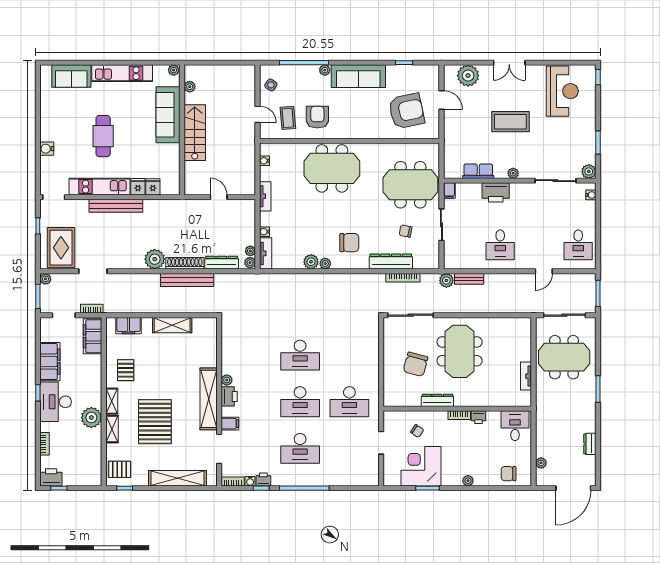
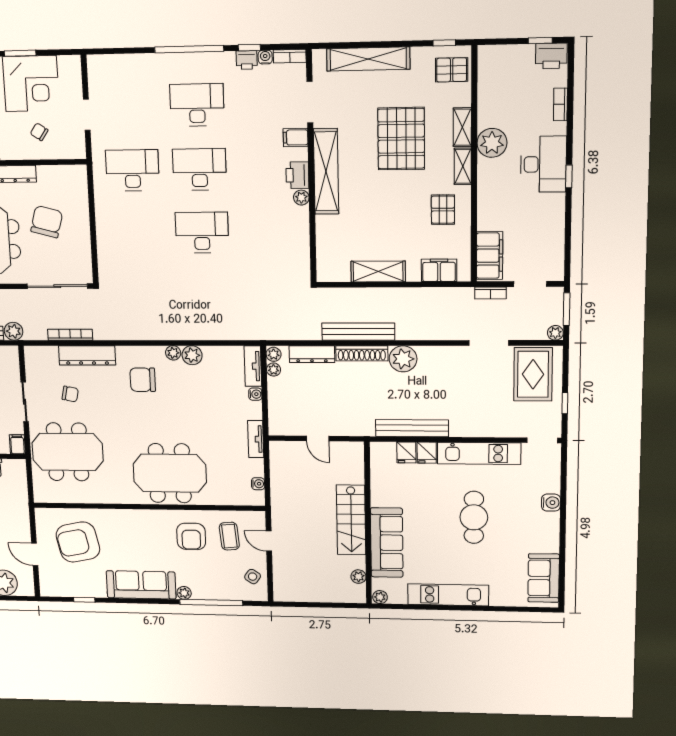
sofa: (71, 76) -> (544, 578), moved, turned -90
bench: (116, 206) -> (412, 428), moved
filing cabinet: (50, 362) -> (551, 220), removed

